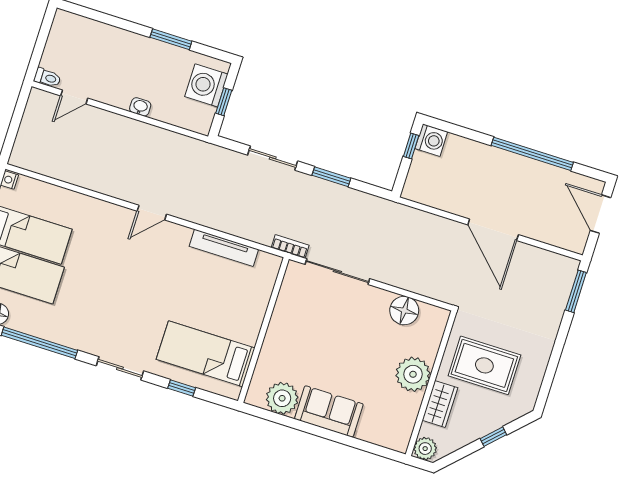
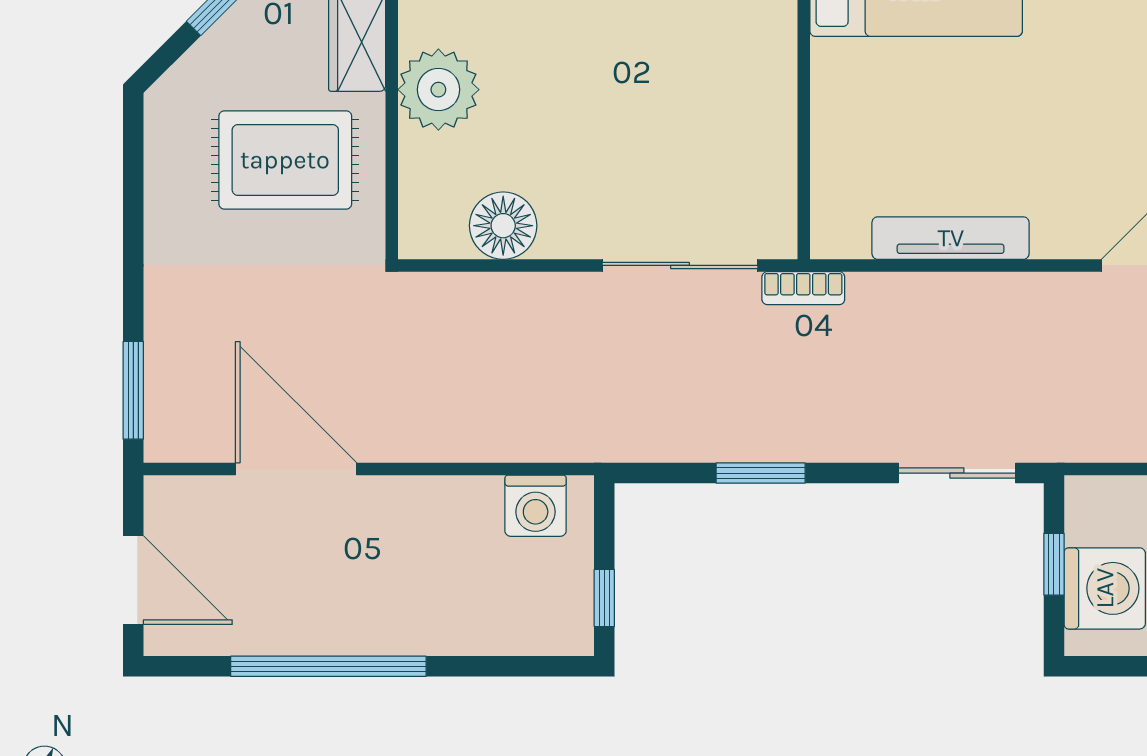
washing machine: (431, 140) -> (536, 506), moved, turned -90
sliding door: (273, 158) -> (957, 473), moved
door: (493, 230) -> (296, 469), moved

